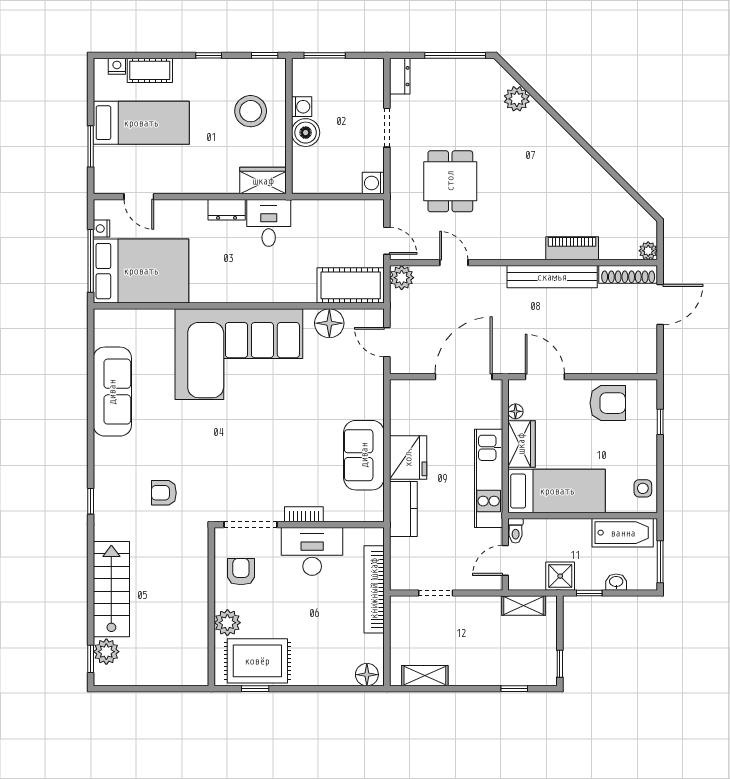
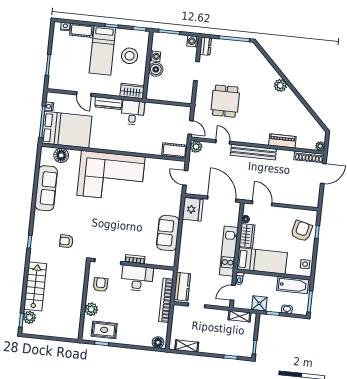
plant: (517, 99) -> (280, 85), moved
bed: (141, 123) -> (102, 50), moved, turned 90
washing machine: (373, 183) -> (193, 41), moved
door: (139, 197) -> (84, 94), moved
dresser: (227, 210) -> (108, 103), width x1.44
bench: (552, 277) -> (253, 152), moved
cot: (351, 285) -> (174, 151), width x0.73, depth x0.75
floor lamp: (329, 323) -> (61, 155), moved
door: (464, 377) -> (222, 199), hinge flipped
armchair: (608, 403) -> (302, 231), moved, turned -76
fridge: (408, 457) -> (193, 209), moved
kitchen counter: (403, 509) -> (182, 287), moved
rug: (257, 661) -> (104, 330), width x0.73, depth x0.70

